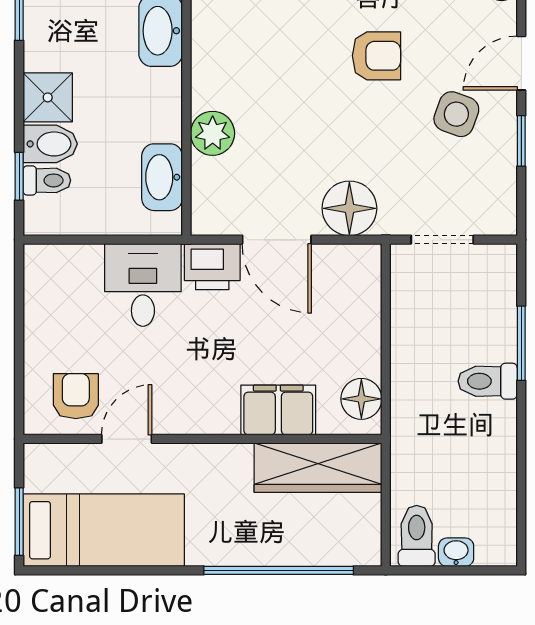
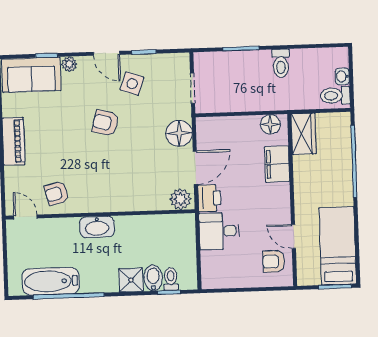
armchair: (377, 56) -> (105, 123), turned -75
plant: (213, 133) -> (180, 199), moved
washbasin: (162, 177) -> (167, 224), removed
toilet: (488, 381) -> (281, 63), moved
wardrobe: (318, 468) -> (304, 134), width x0.67

